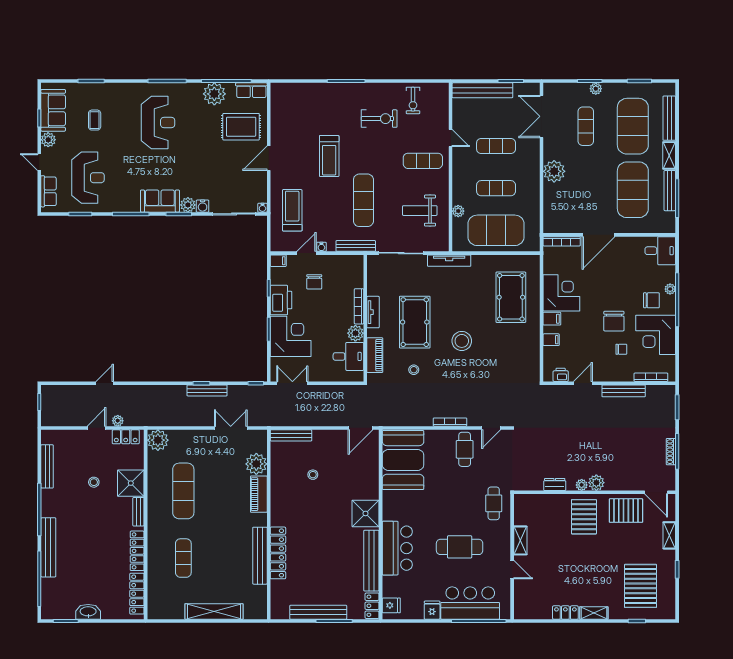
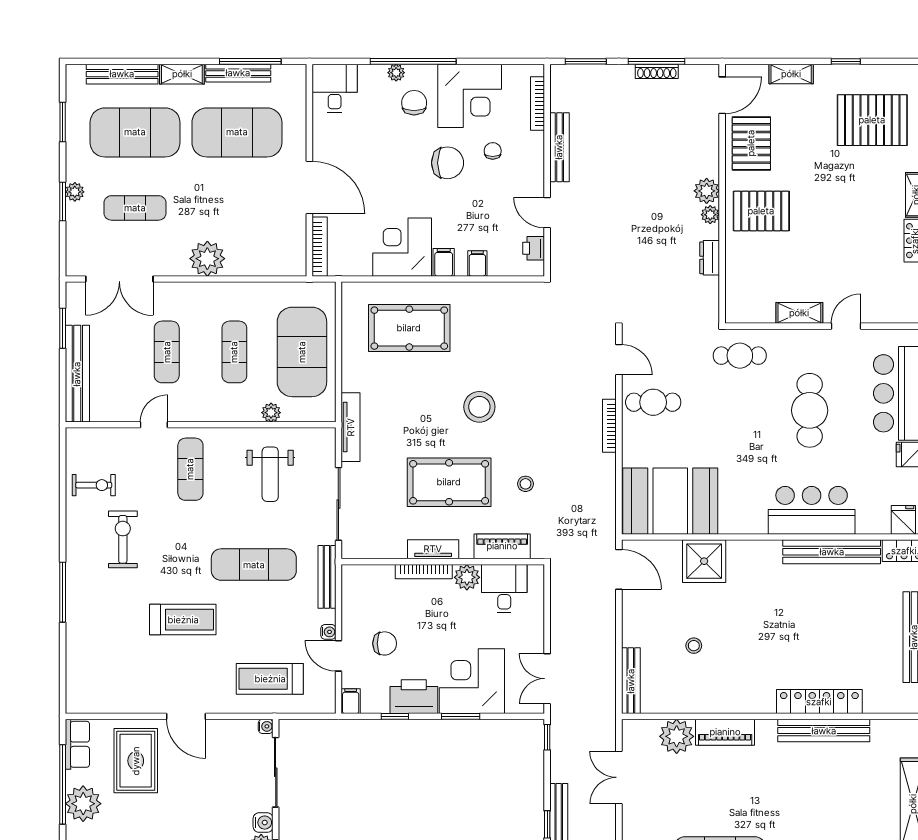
shower: (366, 513) -> (704, 561), moved

